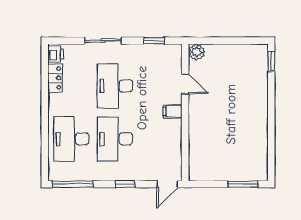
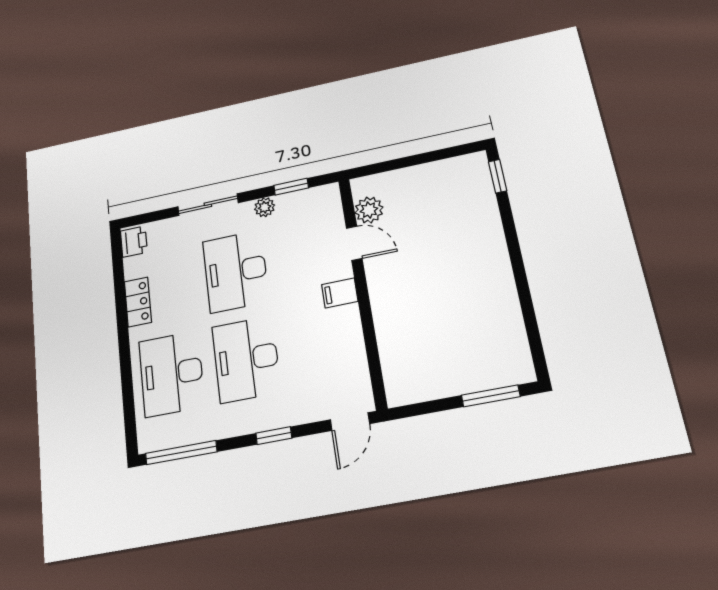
plant: (137, 50) -> (265, 207), added
plant: (197, 52) -> (369, 210), moved
locker: (55, 78) -> (138, 302), moved

